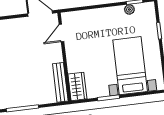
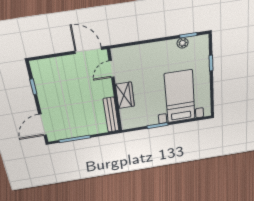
wardrobe: (77, 86) -> (125, 95), moved

